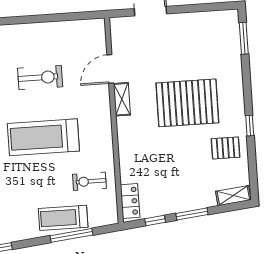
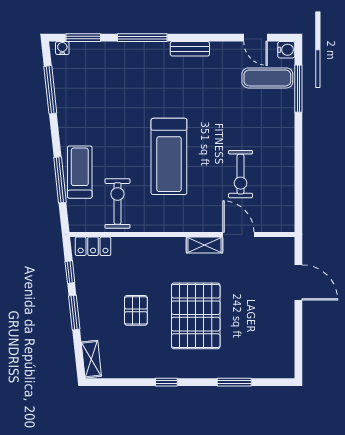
window: (244, 38) -> (234, 382), moved
exercise bike: (40, 78) -> (241, 174), moved
treadmill: (43, 137) -> (169, 156), turned 180
pallet: (226, 148) -> (136, 310), moved
exercise bike: (89, 181) -> (118, 203), width x1.38, depth x1.39

